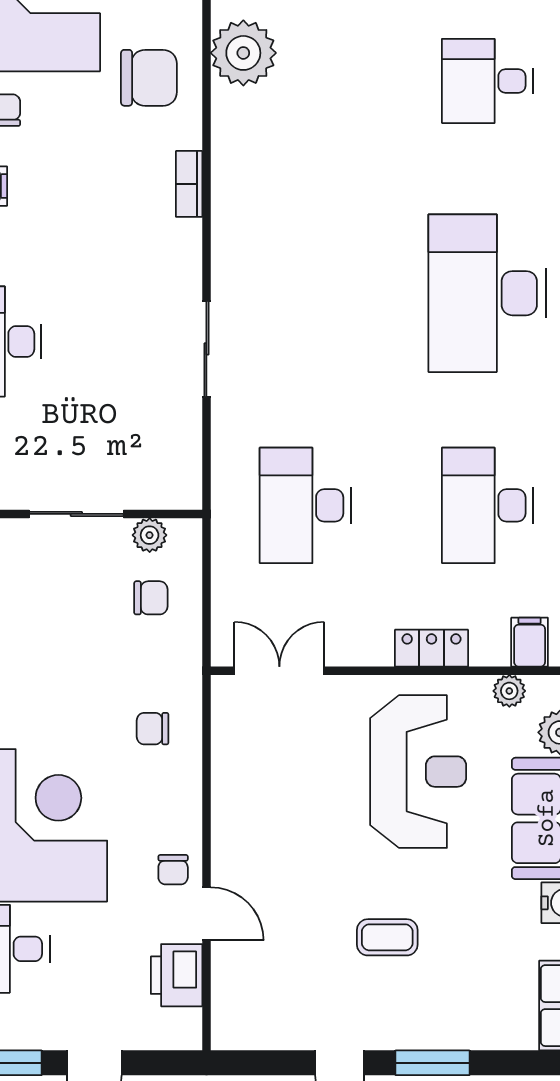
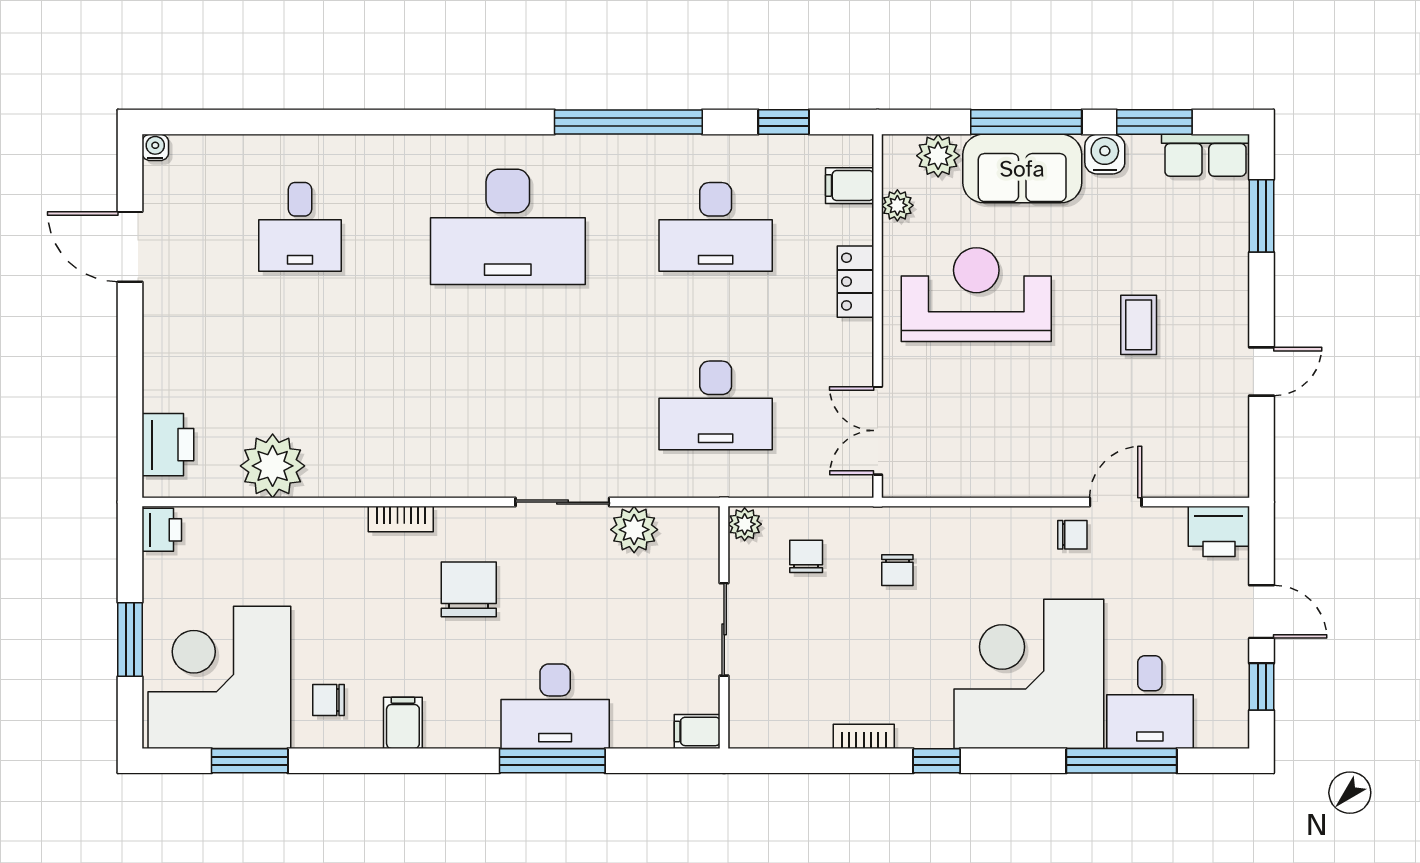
chair: (149, 78) -> (469, 589), moved
plant: (178, 422) -> (634, 530), added
plant: (150, 535) -> (745, 524), moved
chair: (153, 729) -> (897, 570), moved
printer: (177, 975) -> (1219, 531), moved
window: (432, 1063) -> (1262, 216), moved

